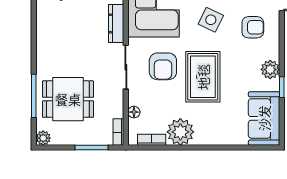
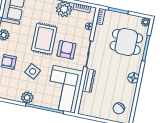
floor lamp: (45, 43) -> (133, 78), added

